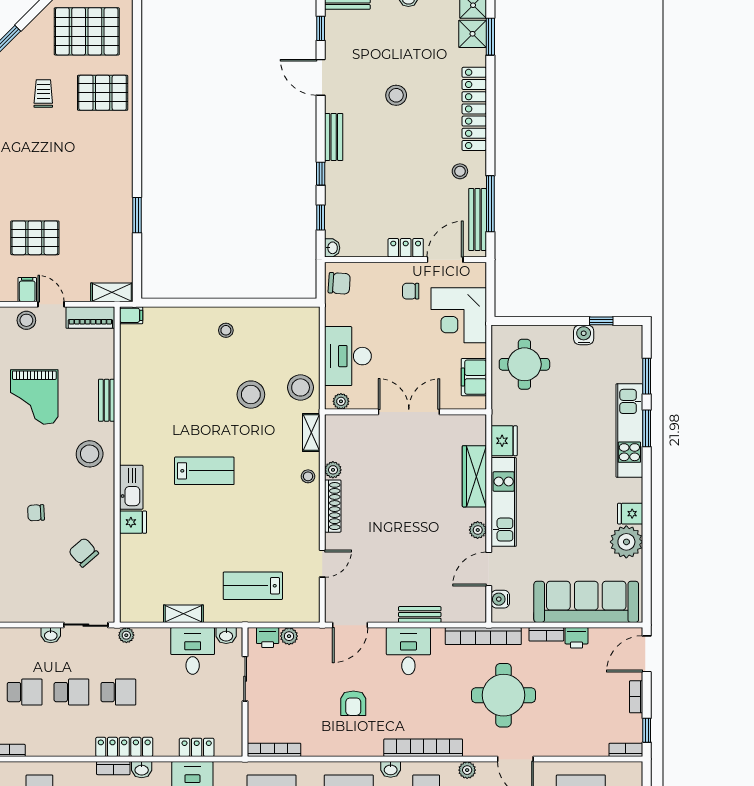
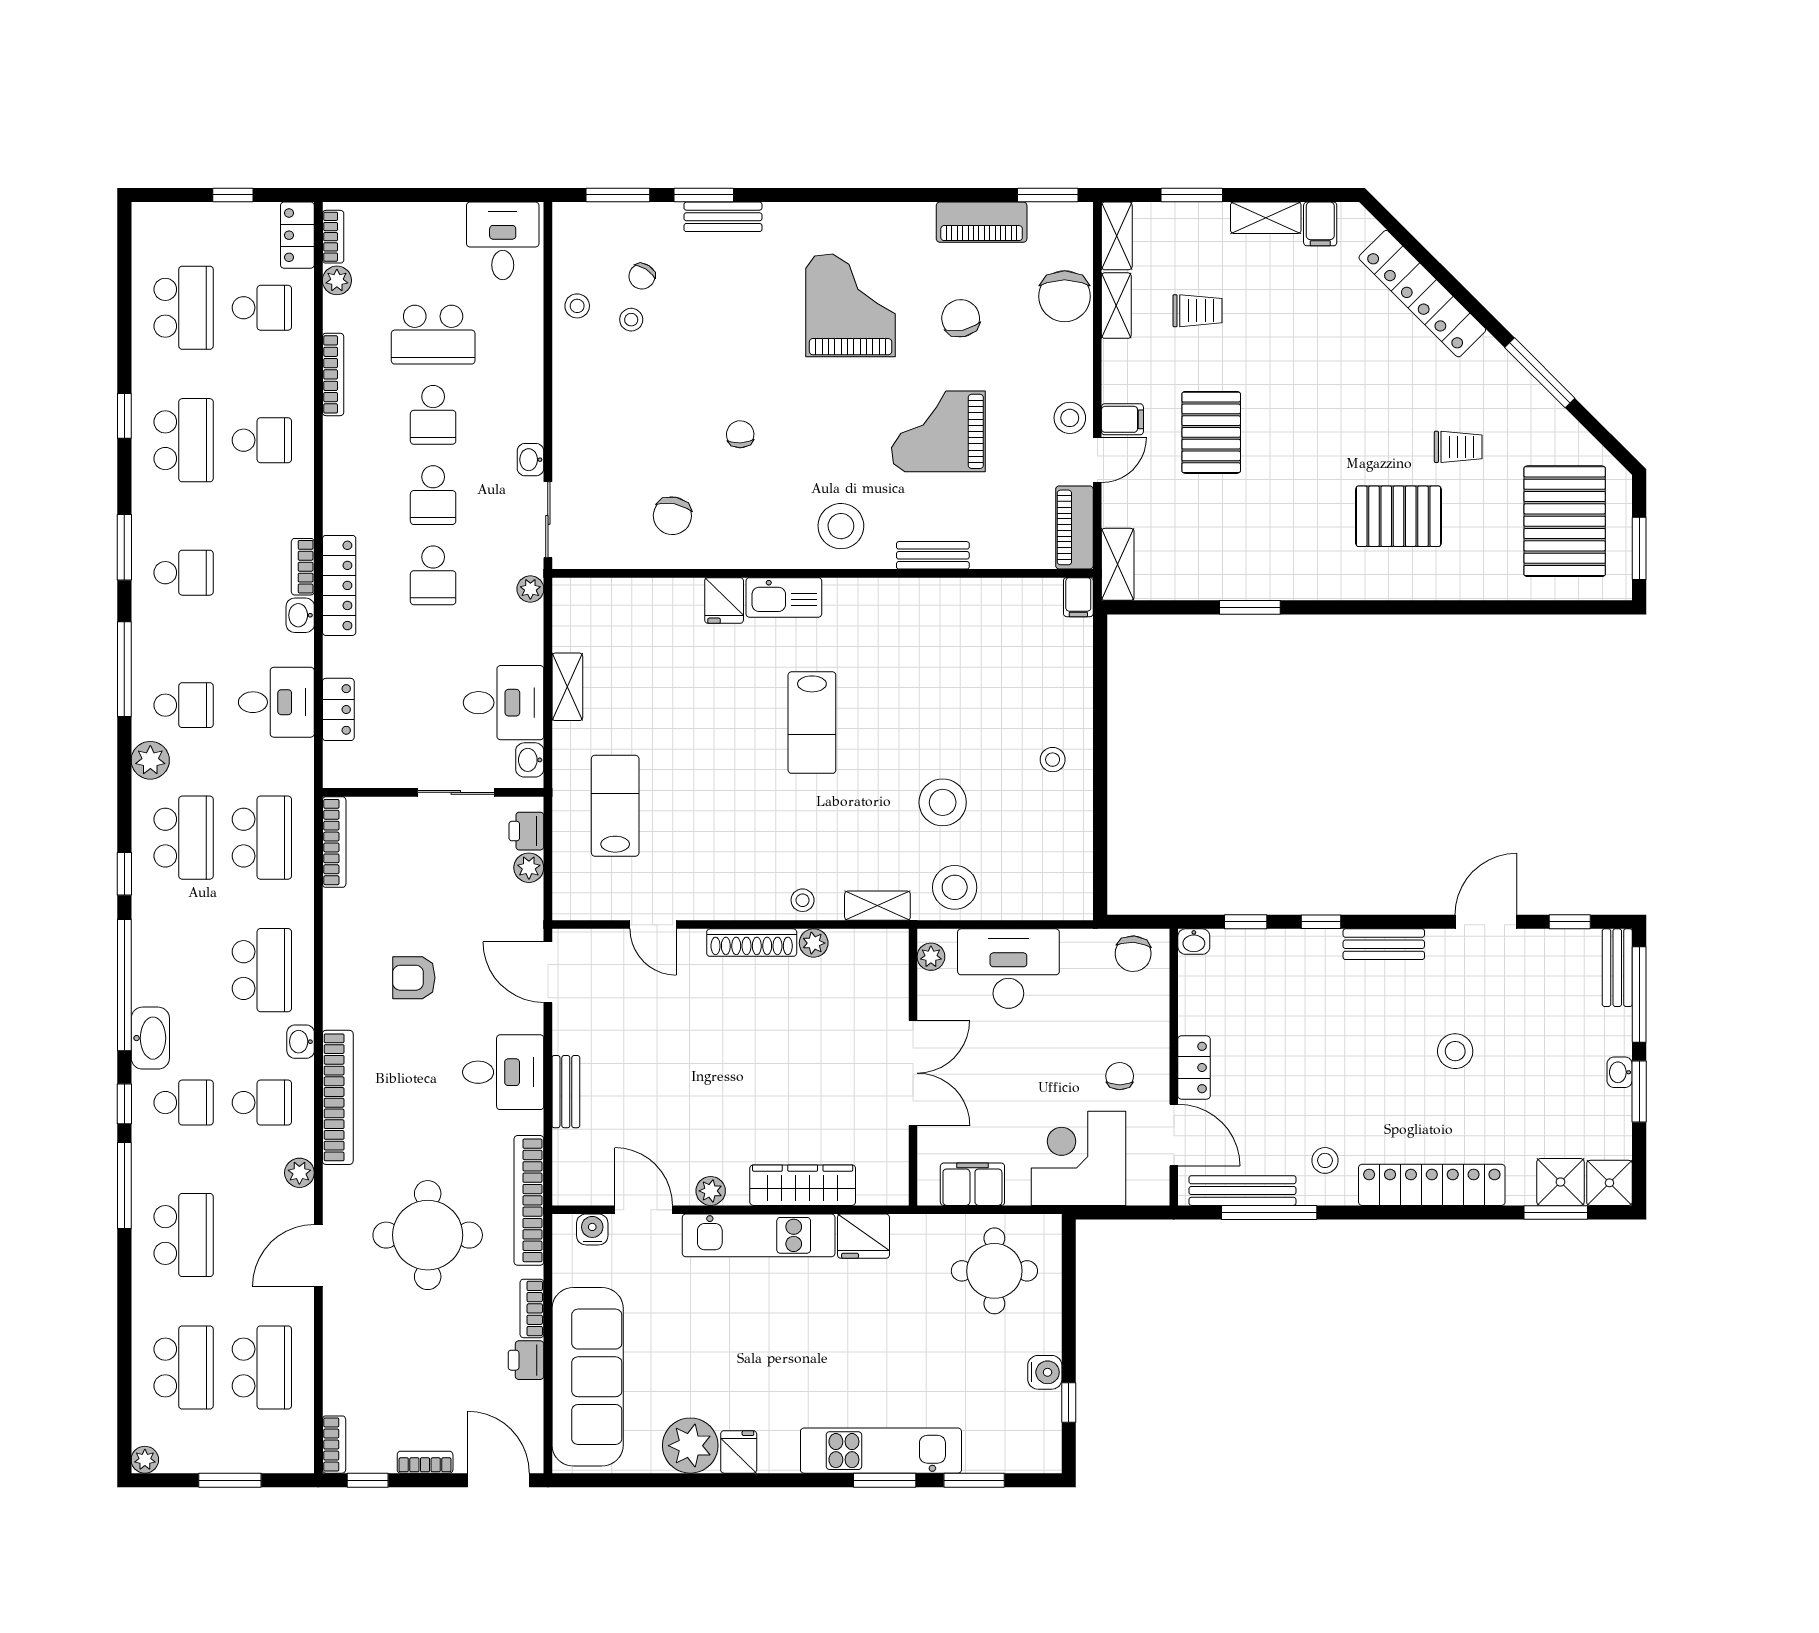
pallet: (103, 93) -> (1398, 516), moved, turned 90
chair: (84, 552) -> (672, 516), turned 142

